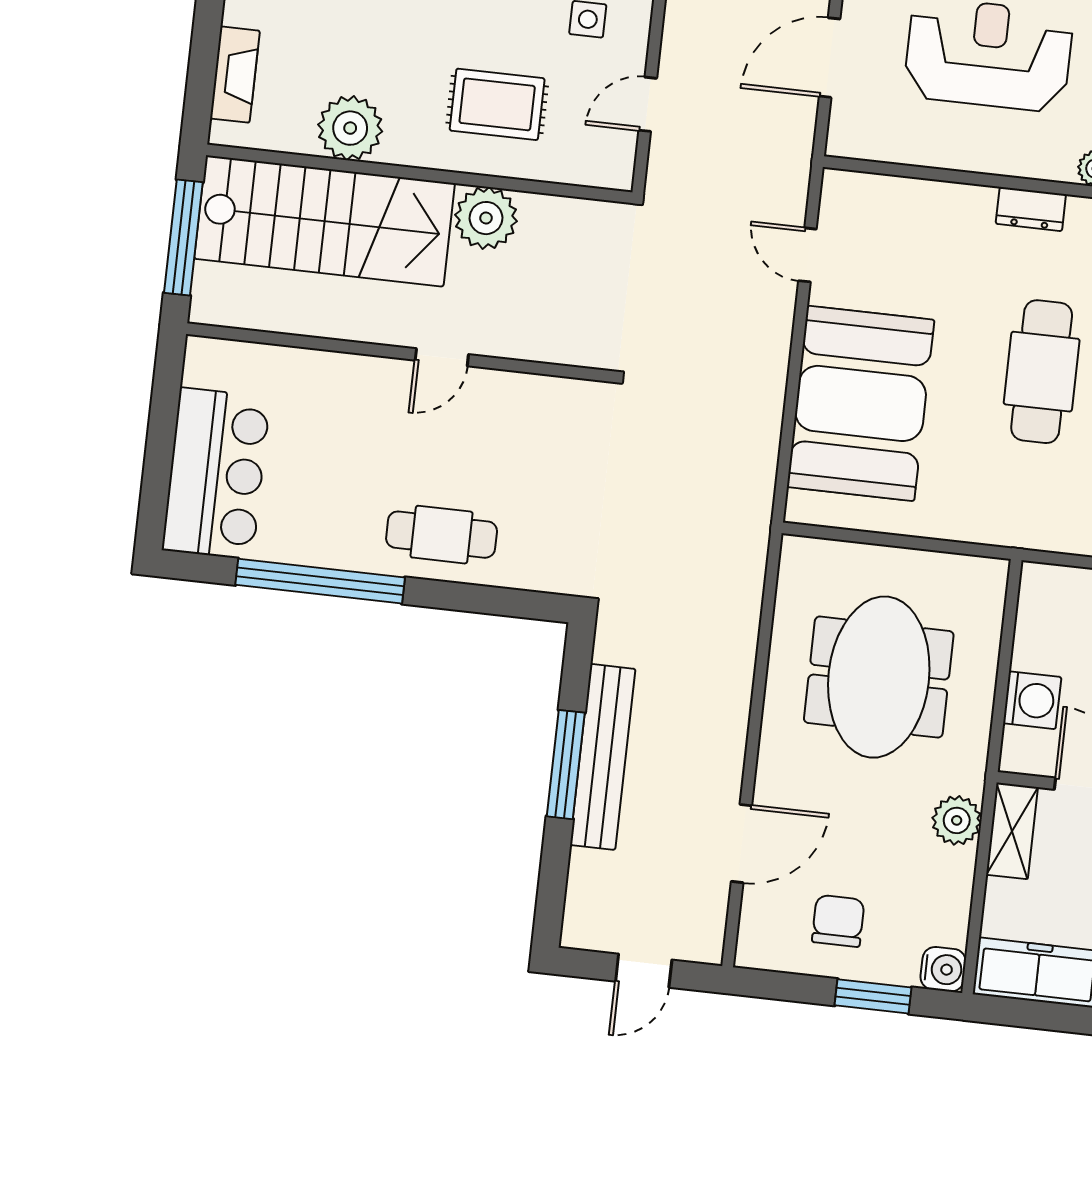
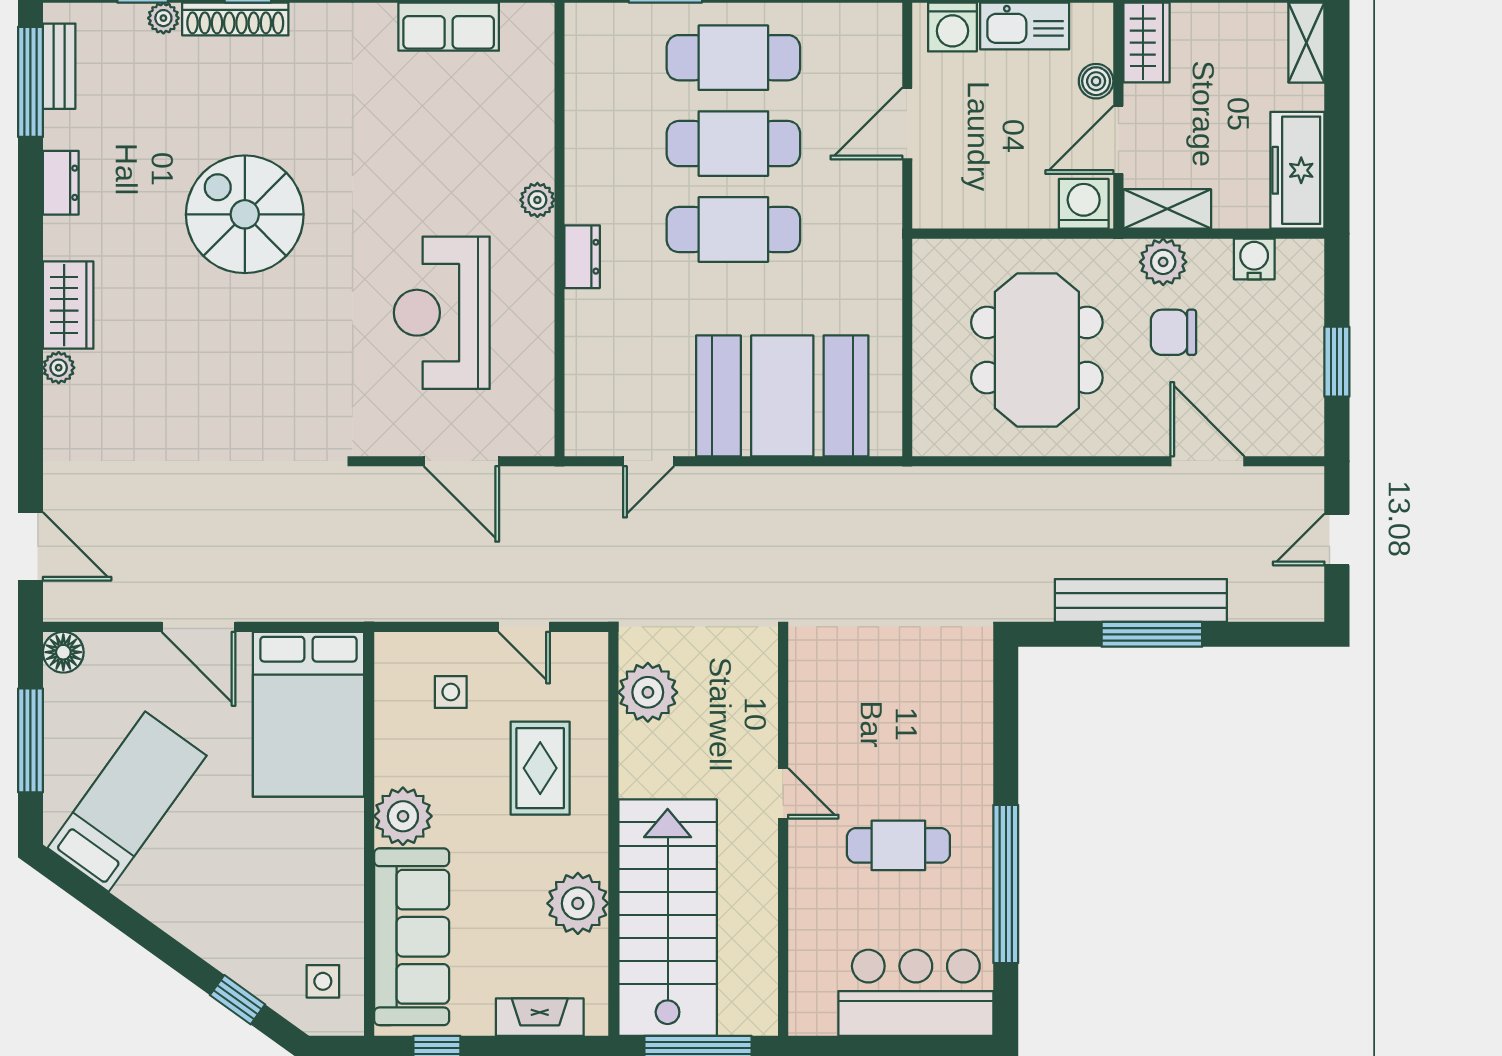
plant: (486, 218) -> (648, 692), moved
cafe table: (442, 535) -> (898, 845), moved, turned 90
meeting table: (879, 677) -> (1037, 350), turned 90
washing machine: (1032, 700) -> (1084, 204), moved
chair: (838, 921) -> (1173, 332), moved
water cooler: (943, 969) -> (1254, 259), moved
door: (644, 971) -> (1337, 540), swing flipped
window: (873, 996) -> (1337, 362), moved

